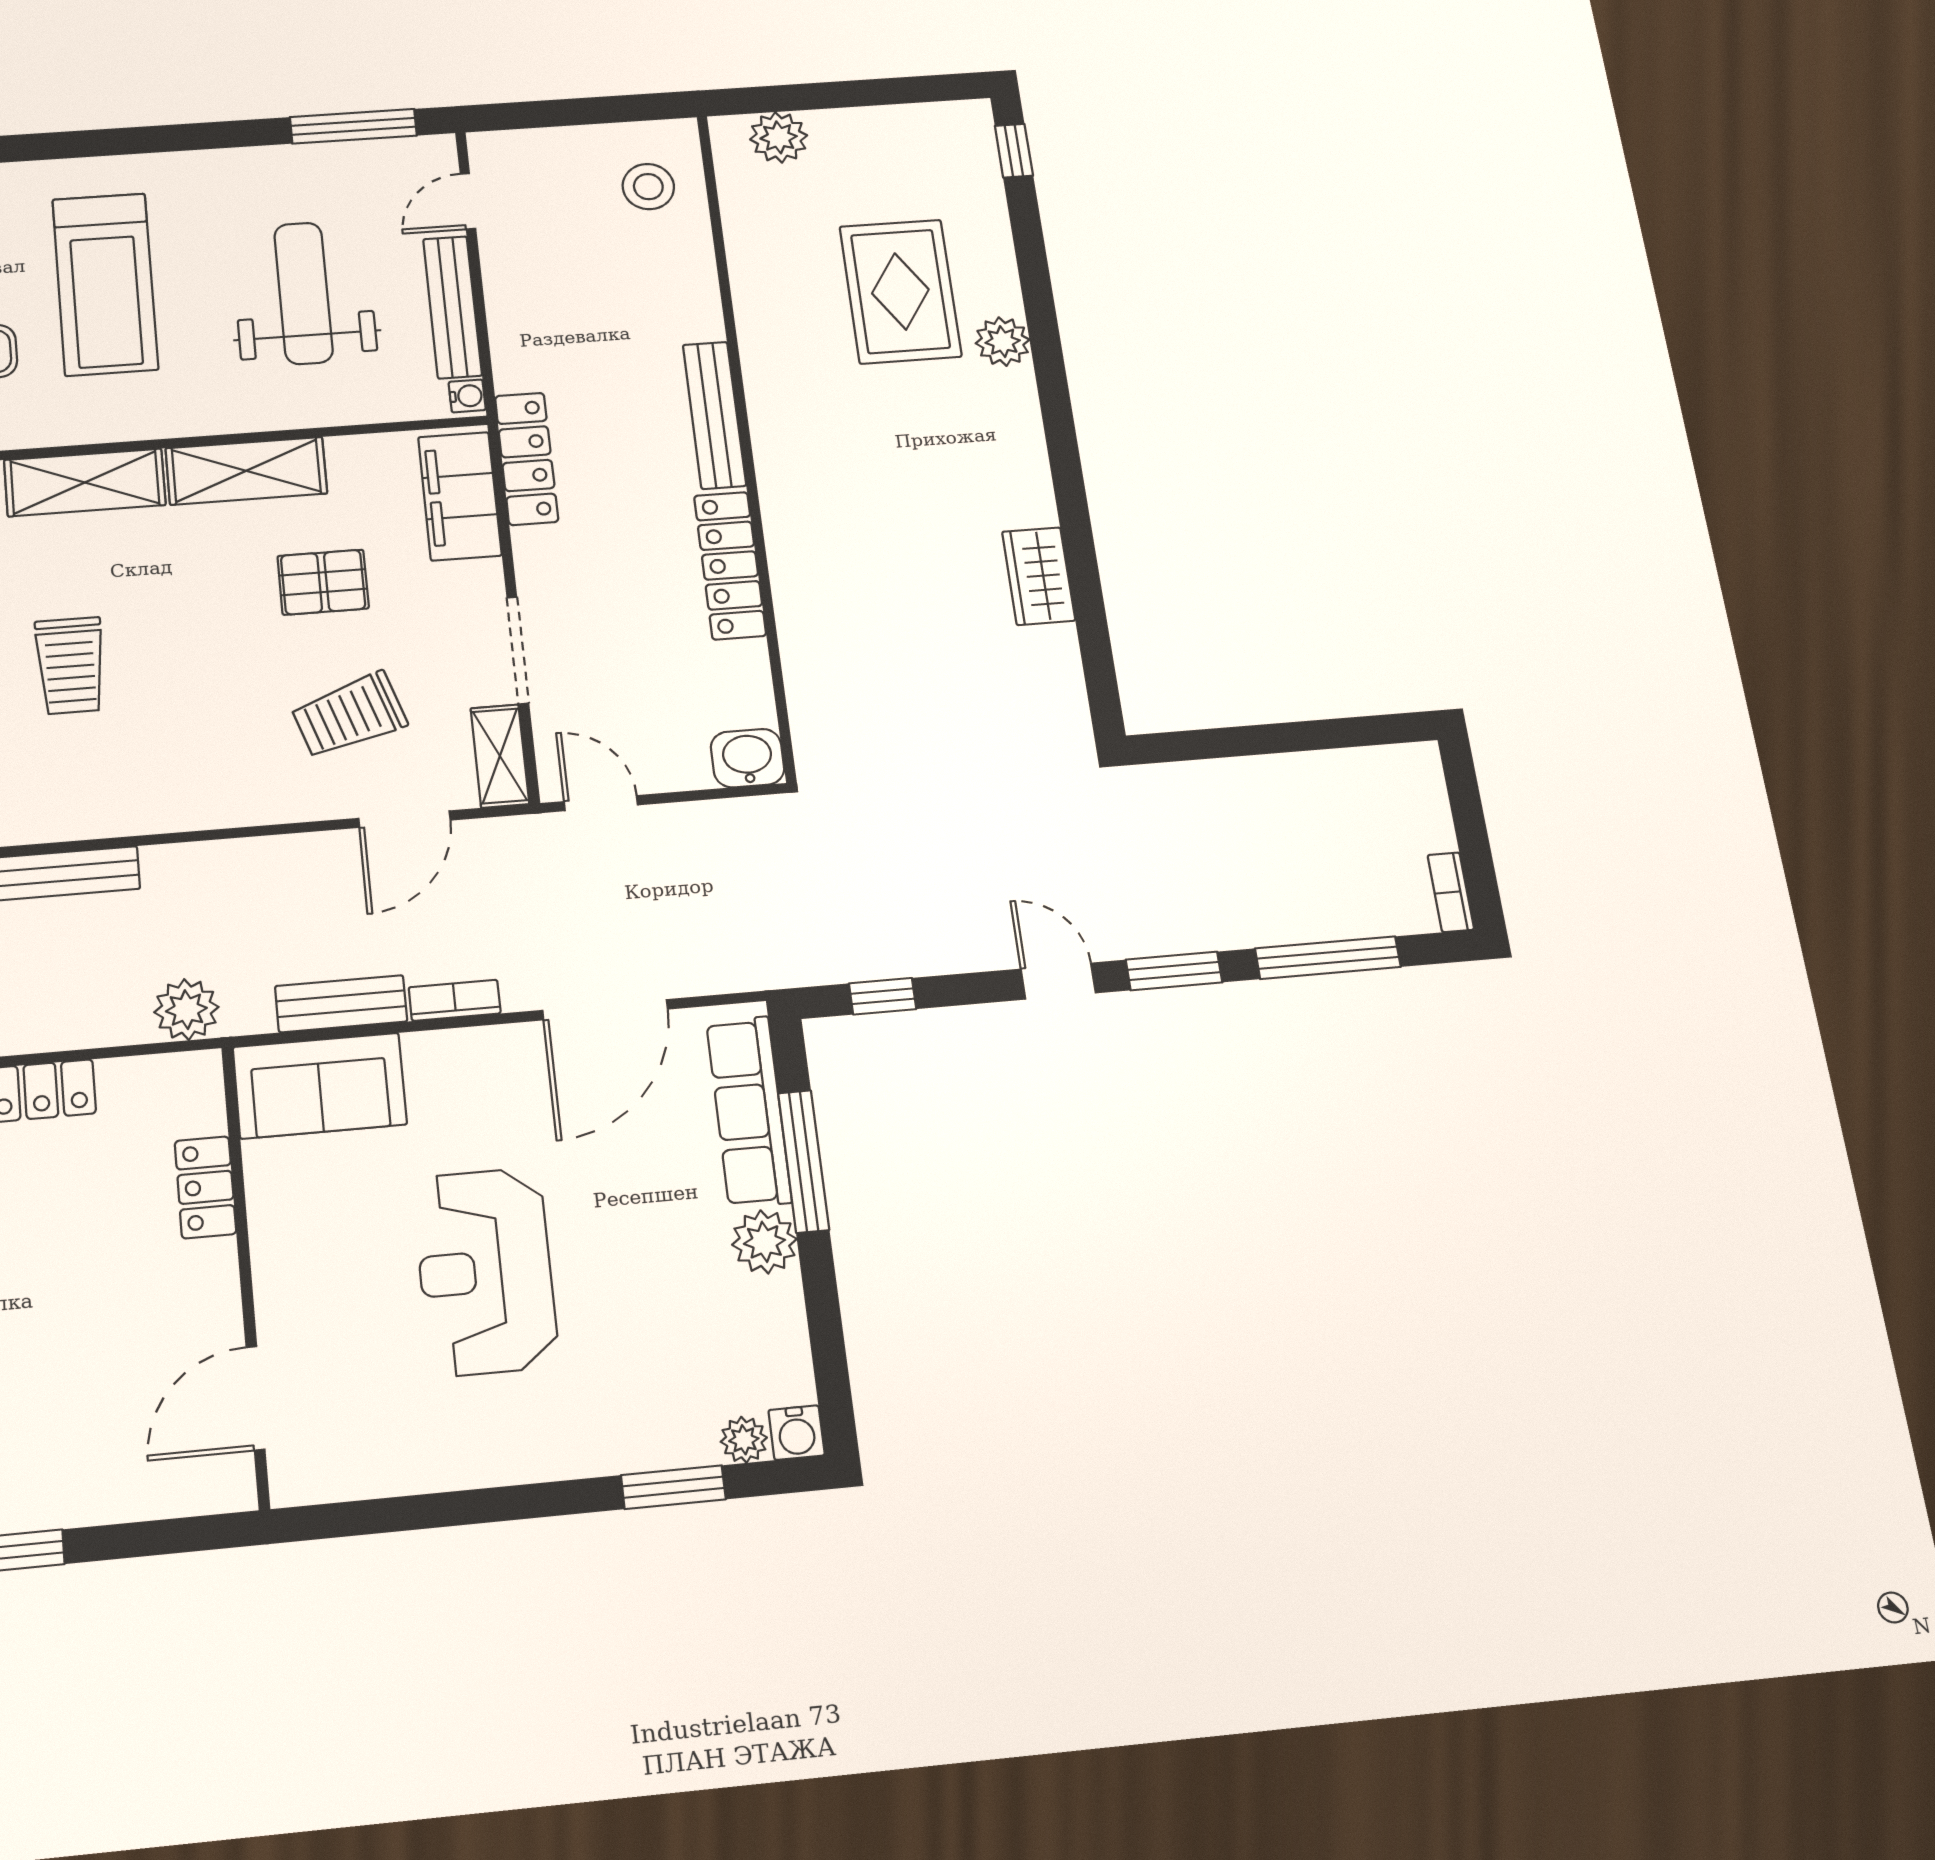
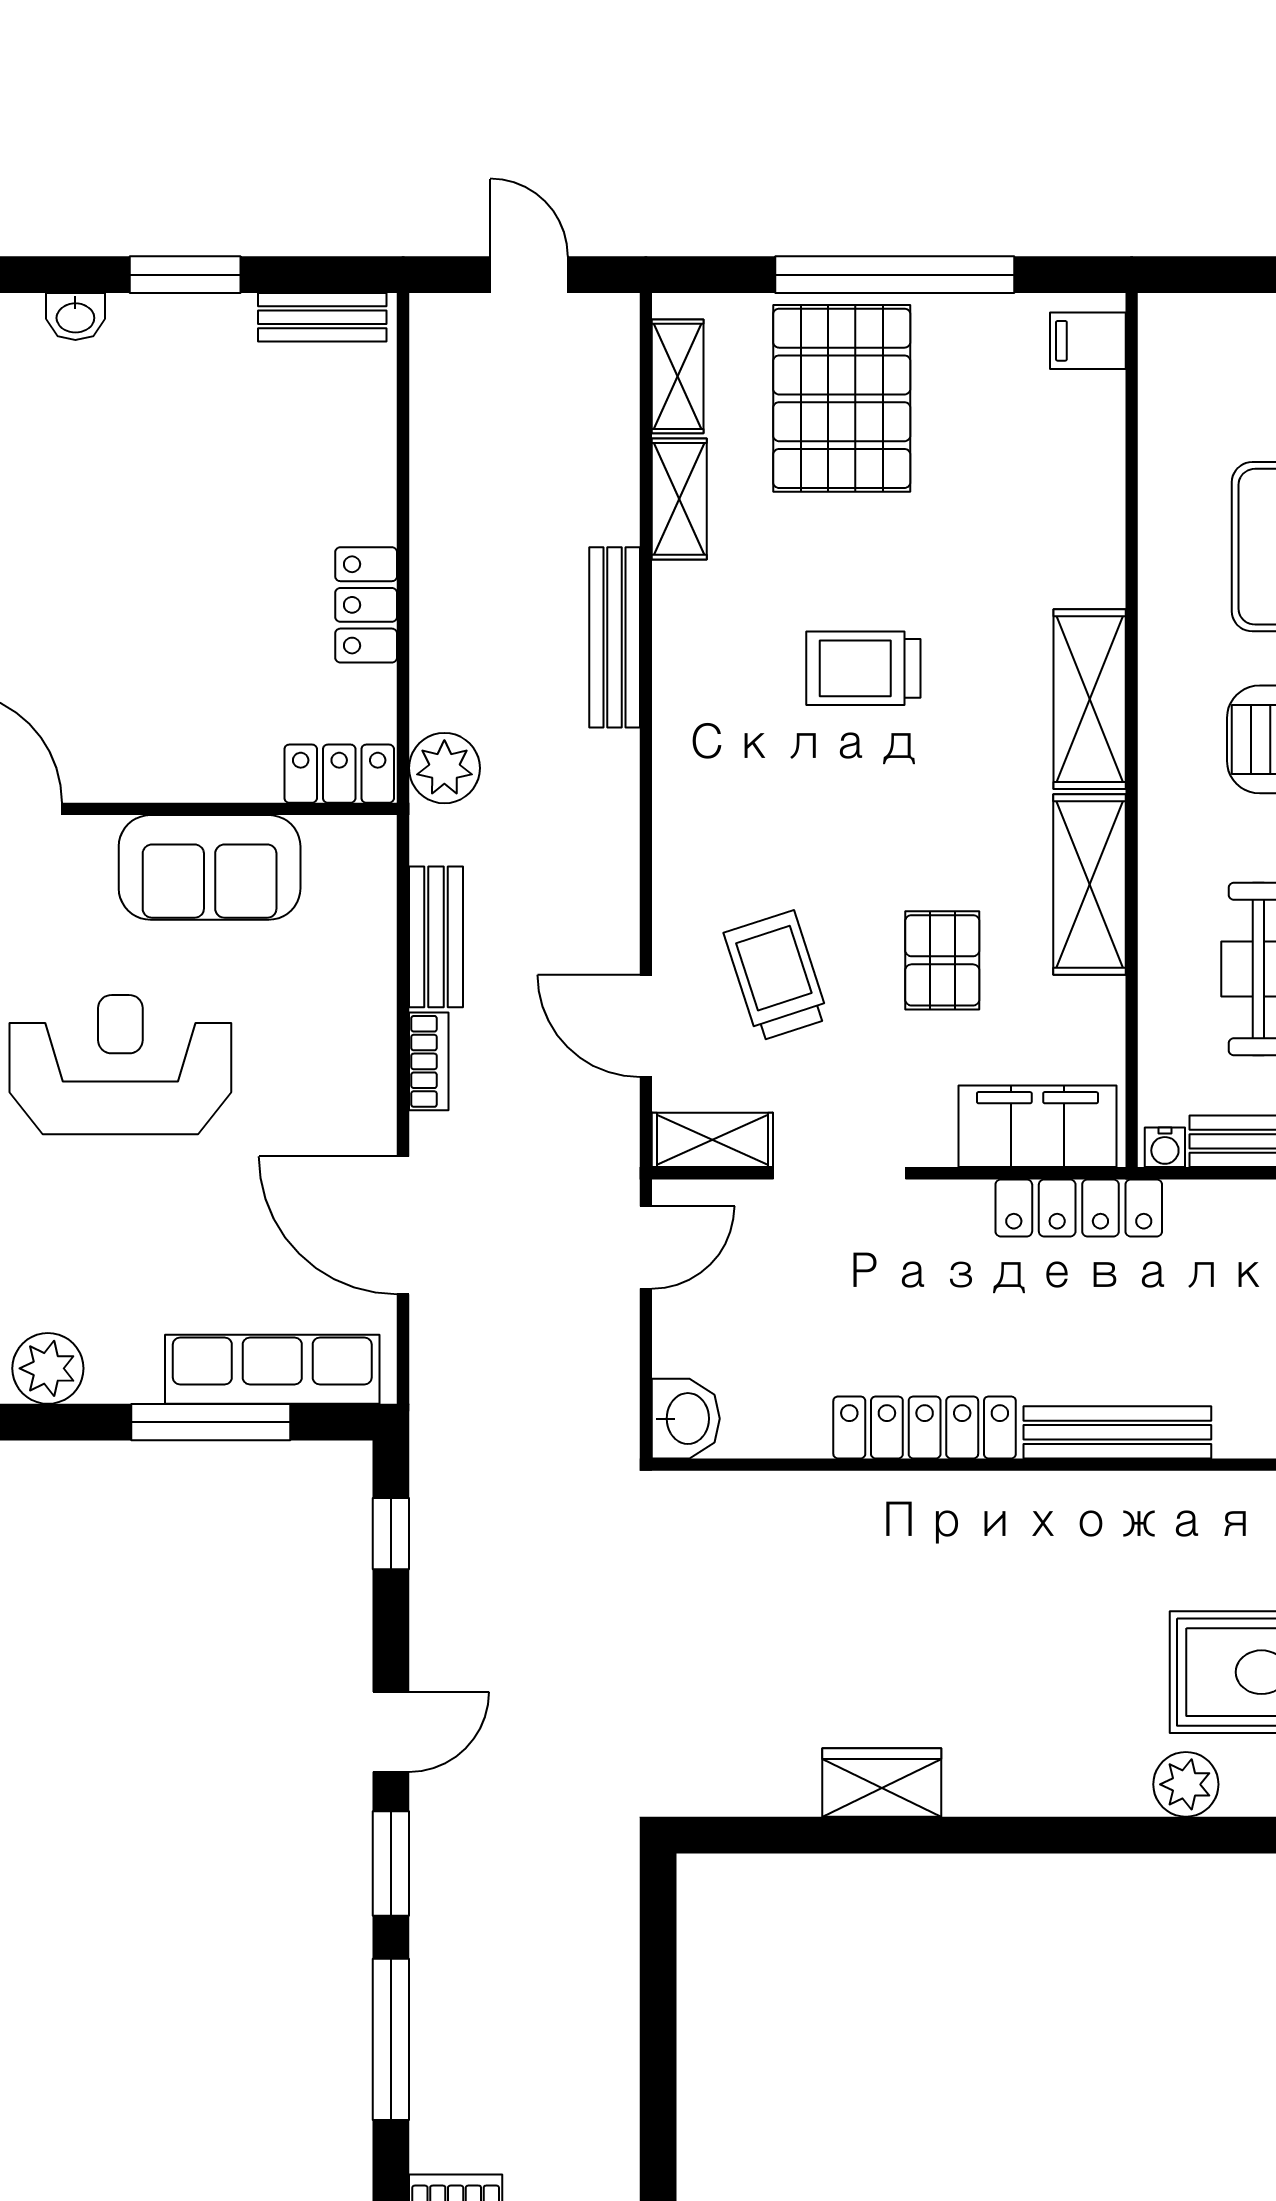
sofa: (320, 1086) -> (210, 867), moved, turned -90
locker: (205, 1187) -> (339, 774), moved
plant: (764, 1242) -> (48, 1368), moved

